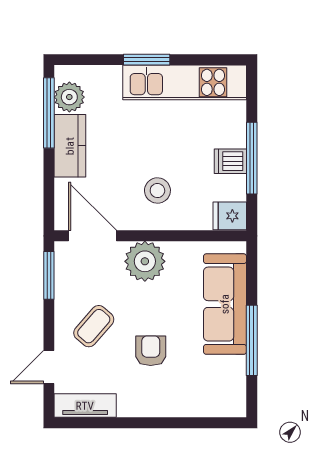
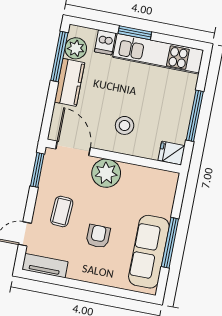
dishwasher: (230, 161) -> (105, 42), moved, turned -90
sofa: (225, 304) -> (149, 252), moved
coffee table: (94, 326) -> (62, 211), turned -38

